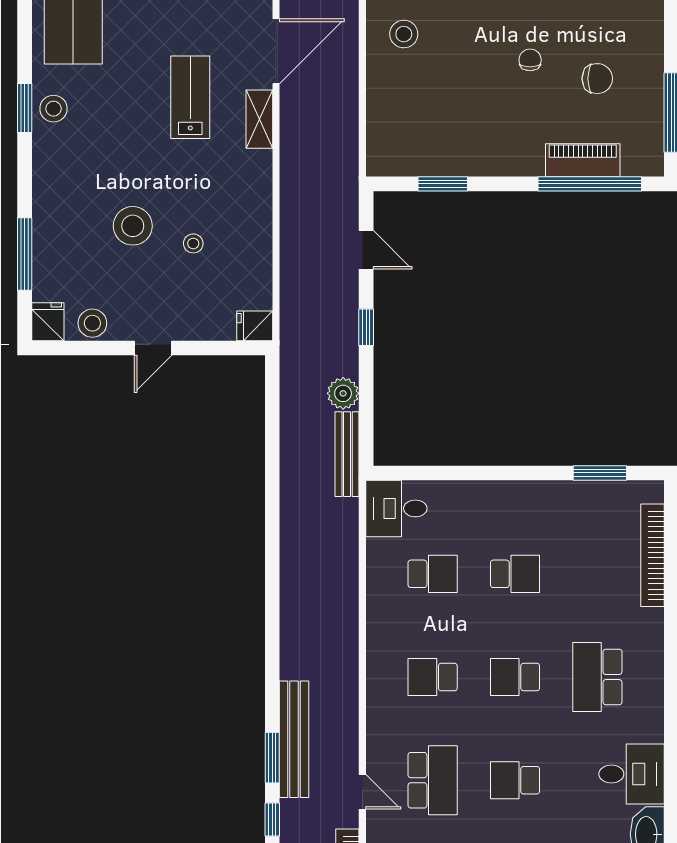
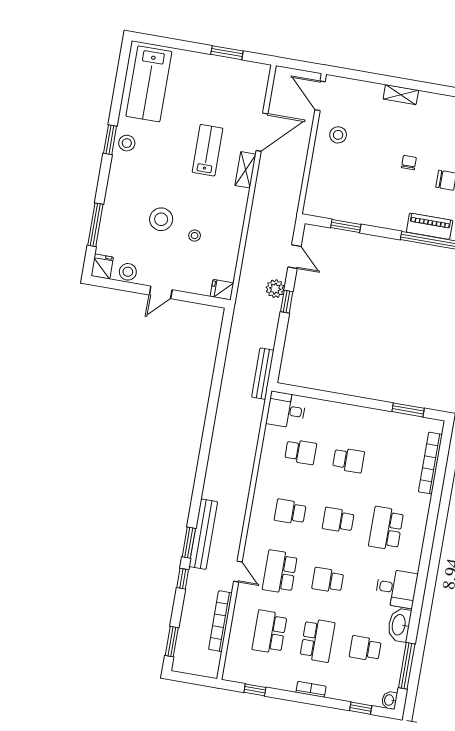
plant: (343, 393) -> (275, 289), moved
school desk: (433, 780) -> (280, 572), turned 180

